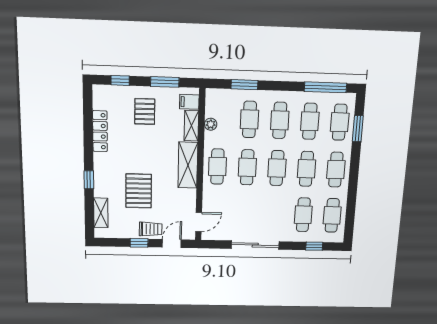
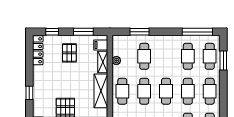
cafe table: (280, 120) -> (166, 56), removed
locker: (100, 131) -> (38, 50), moved
window: (89, 180) -> (29, 93), moved

